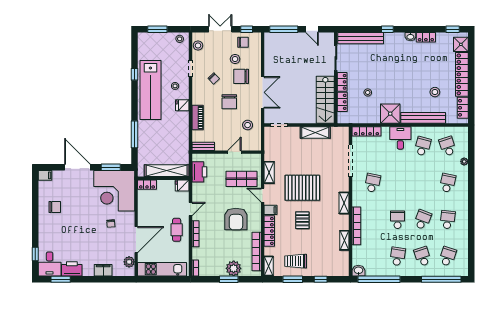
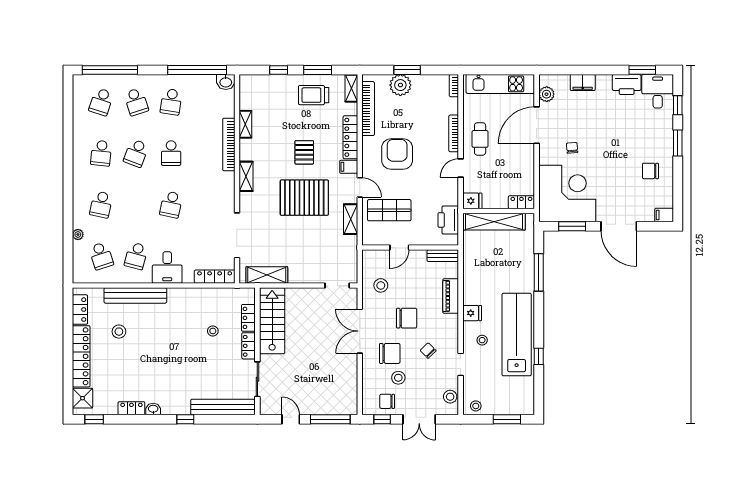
chair: (229, 102) -> (407, 318), turned 90
shower: (390, 114) -> (181, 301), removed
shelving: (315, 132) -> (267, 275), moved
school desk: (373, 183) -> (171, 204), moved
window: (35, 227) -> (678, 143), added
trolley: (296, 261) -> (314, 95), turned 180

